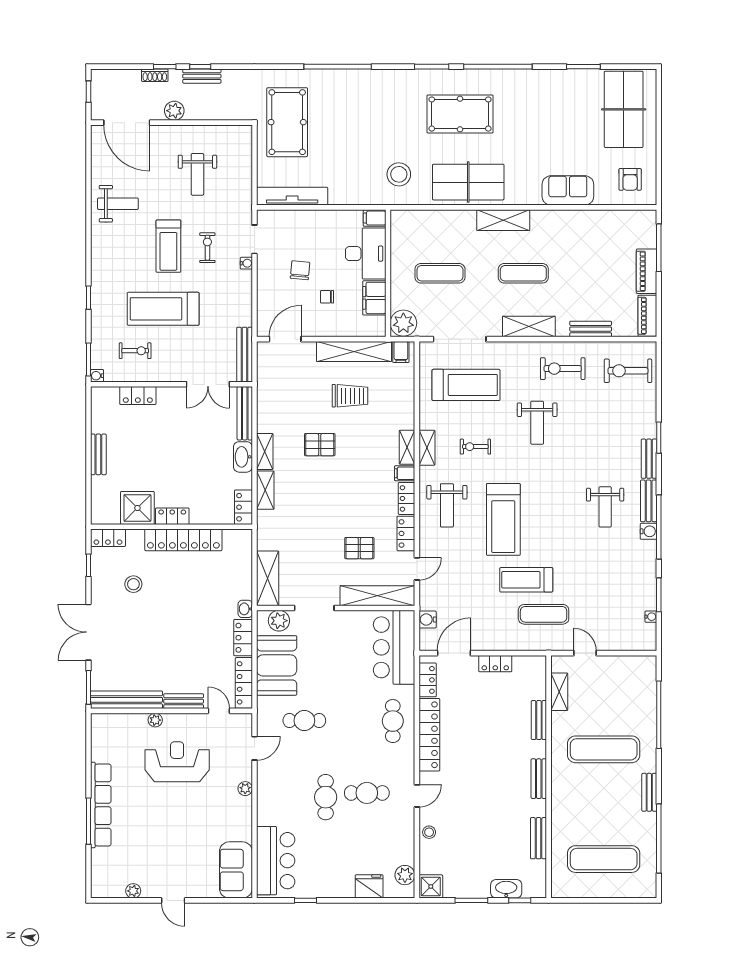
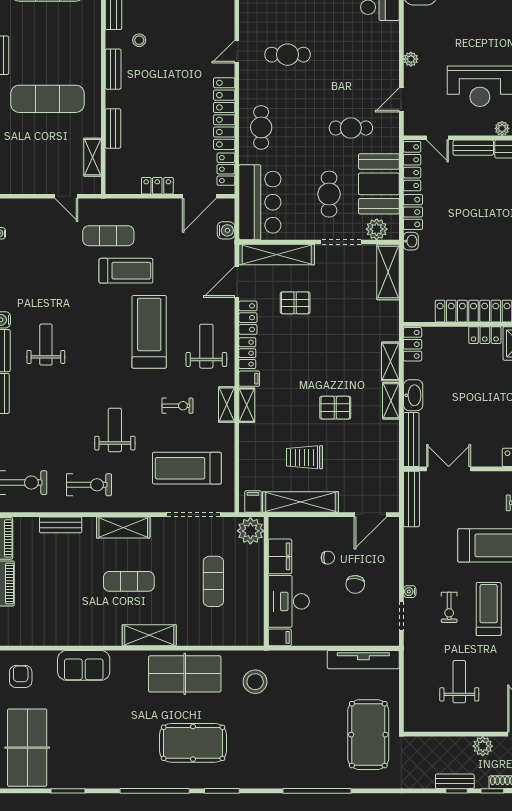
exercise mat: (440, 273) -> (213, 581), turned 90
door: (417, 569) -> (237, 282), width x1.38
cafe table: (326, 797) -> (329, 194), moved
stool: (429, 832) -> (139, 40), moved

